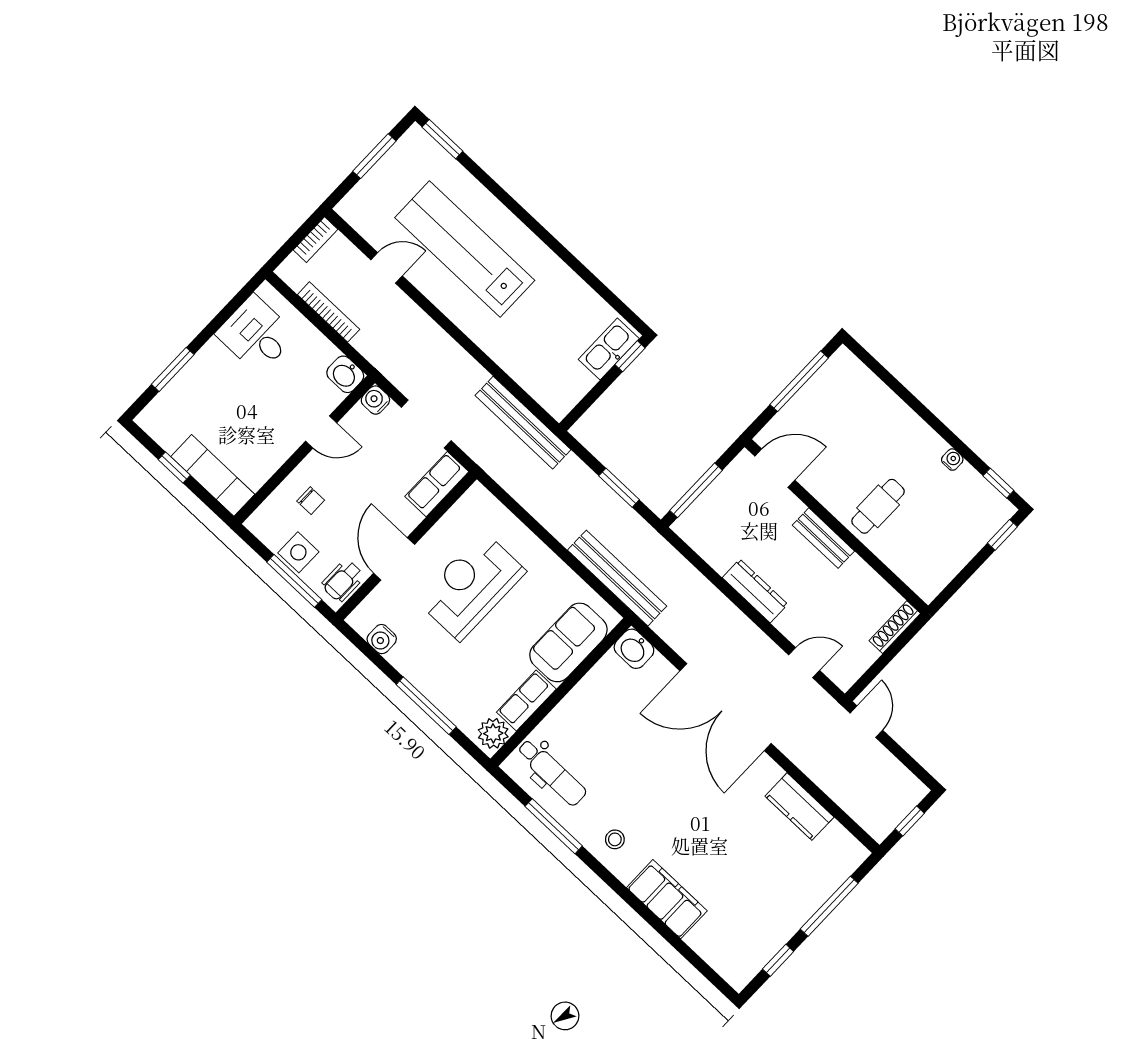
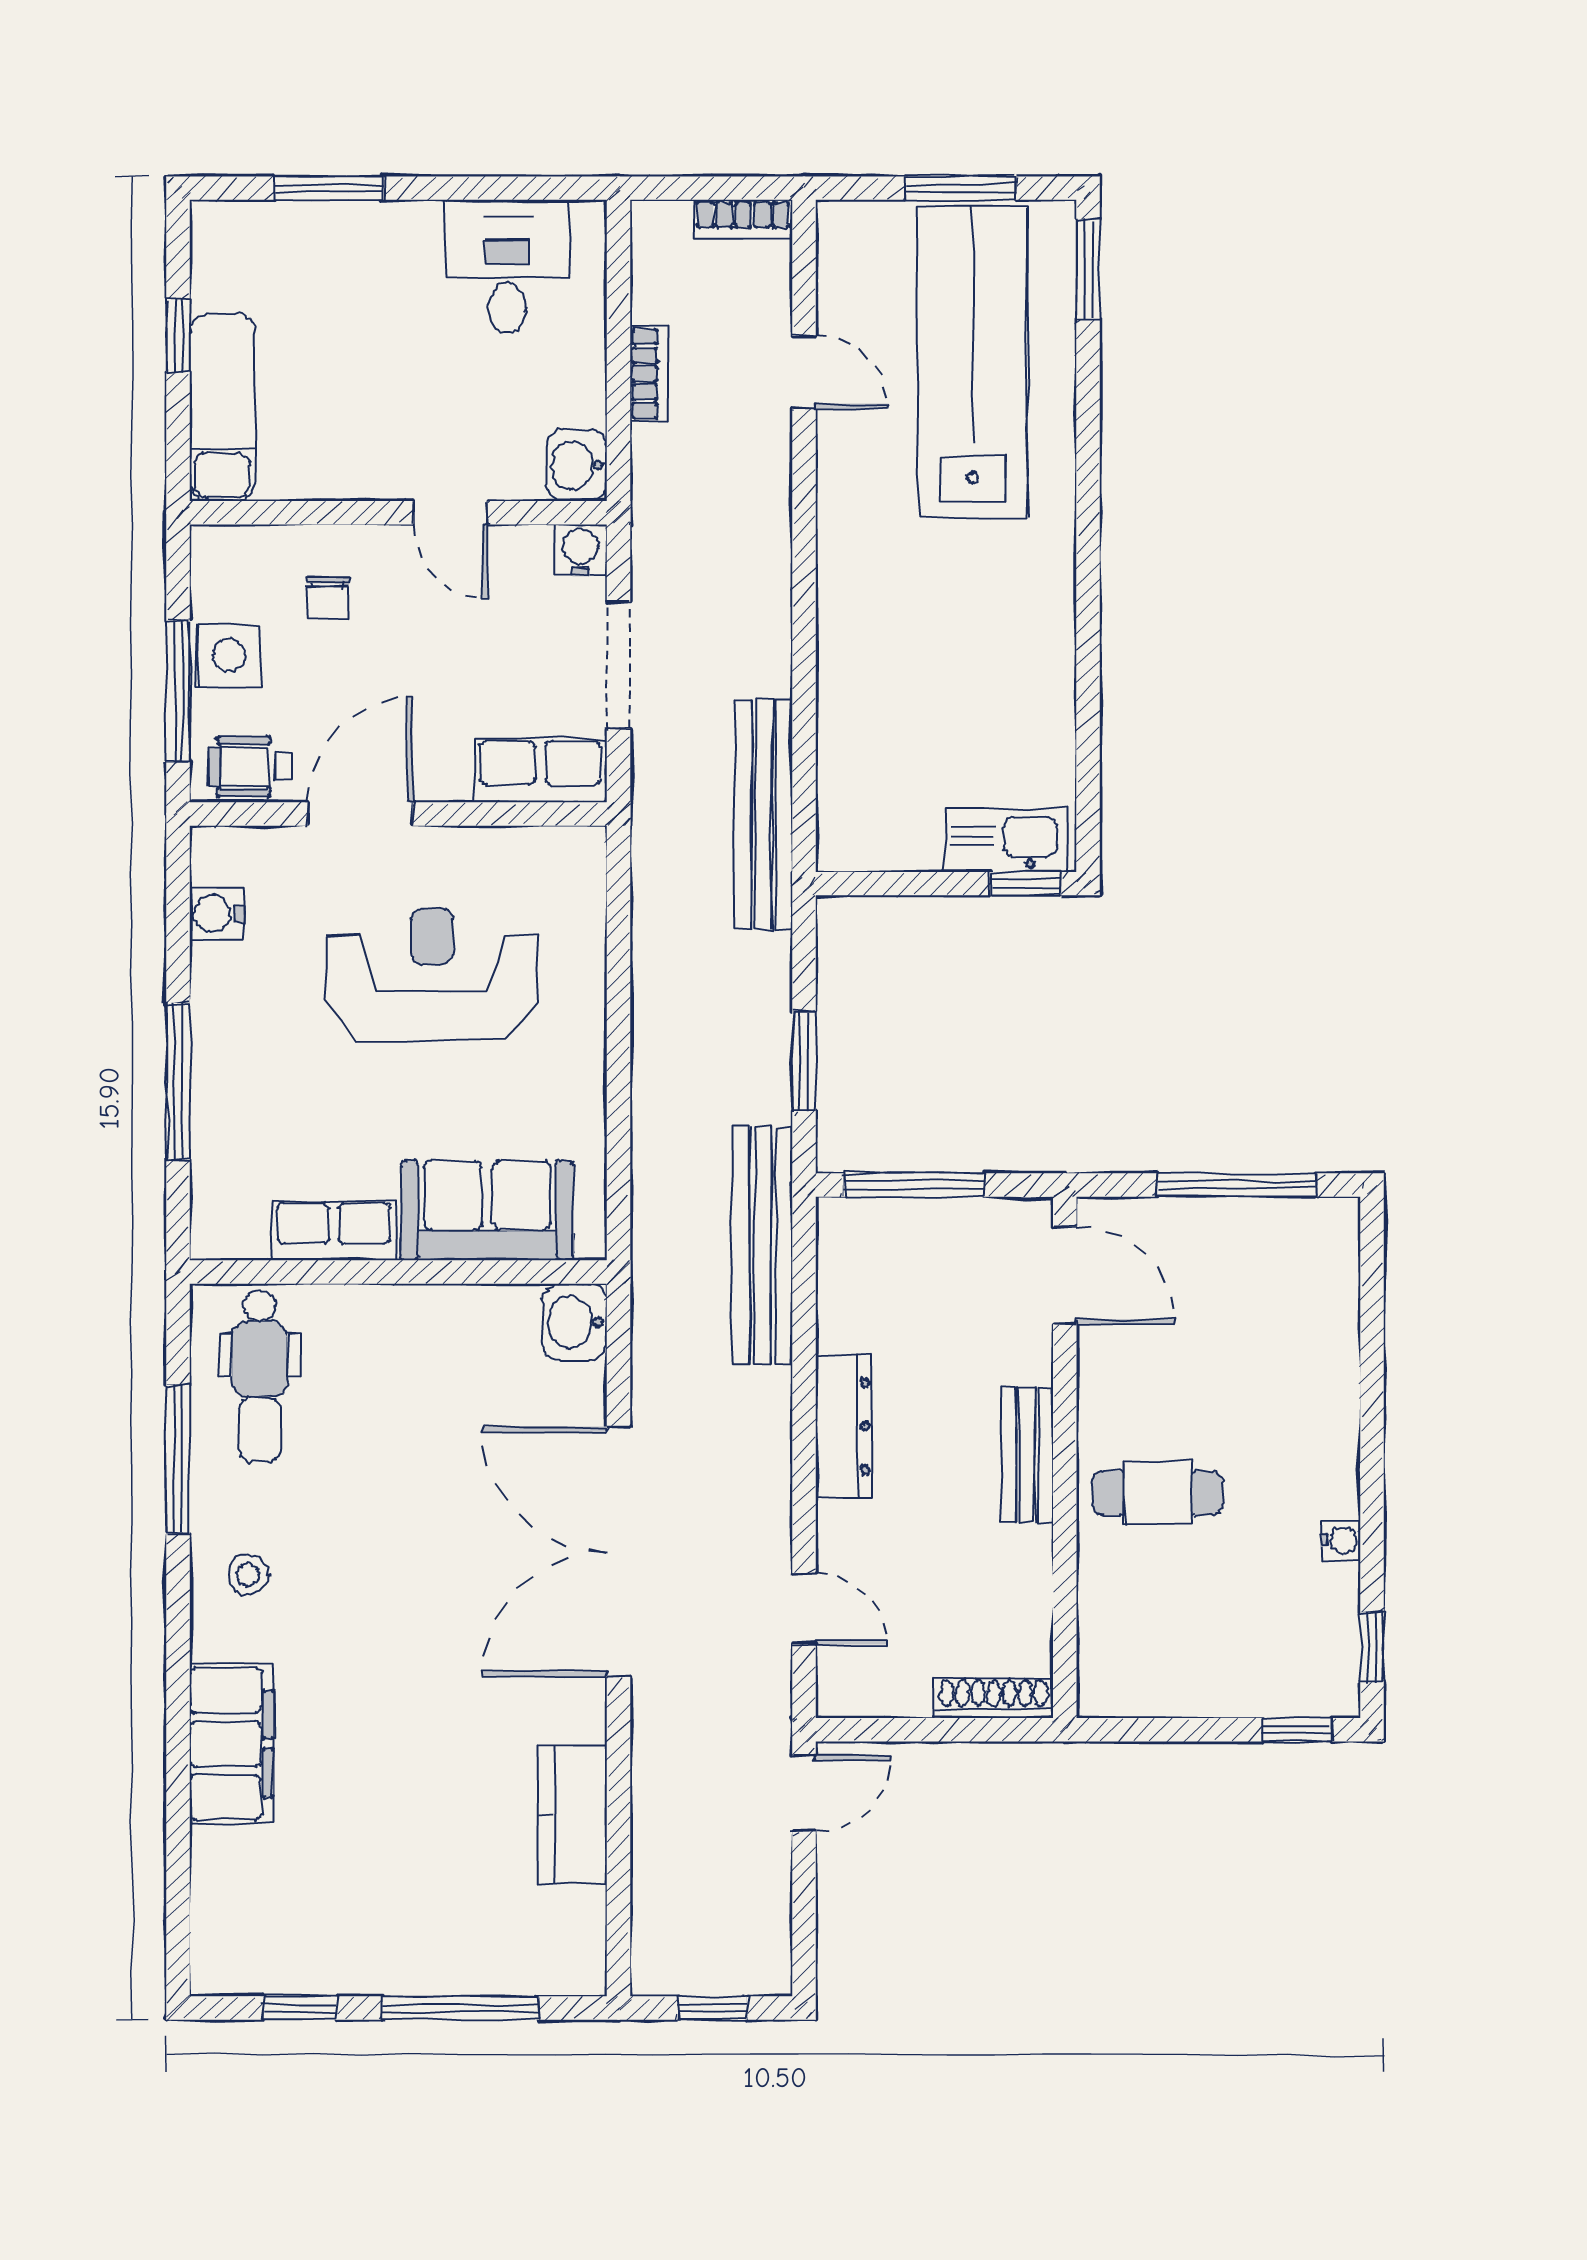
lab bench: (465, 249) -> (972, 362), moved
bookcase: (329, 312) -> (649, 374), width x0.64
bench: (617, 578) -> (763, 1245), moved
plant: (493, 733) -> (234, 1227), removed

